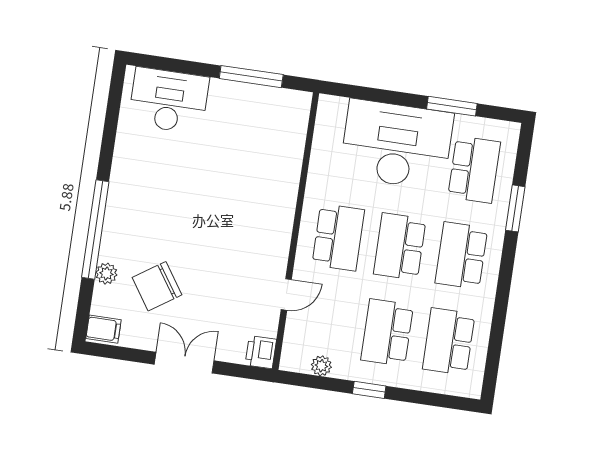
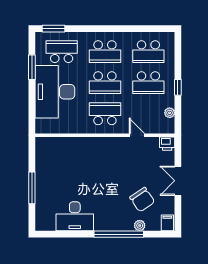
window: (251, 77) -> (32, 188), moved
desk: (169, 100) -> (75, 216), moved, turned -90
window: (515, 208) -> (54, 29), moved

